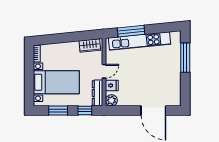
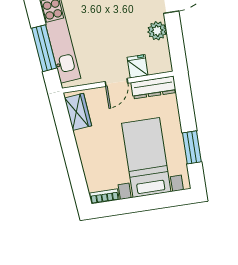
door: (104, 71) -> (116, 82), swing flipped
plant: (111, 100) -> (157, 31), moved
window: (85, 110) -> (185, 104), removed

